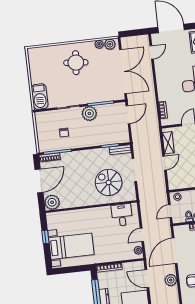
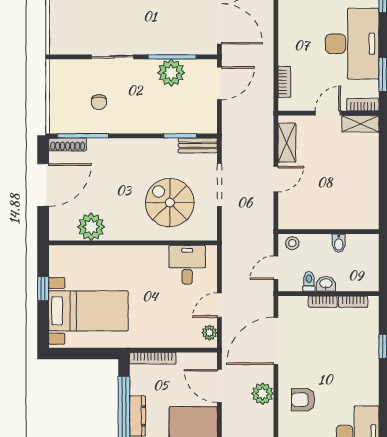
barbecue: (40, 97) -> (62, 31), removed
plant: (89, 113) -> (171, 73), moved
plant: (52, 202) -> (91, 227), moved

